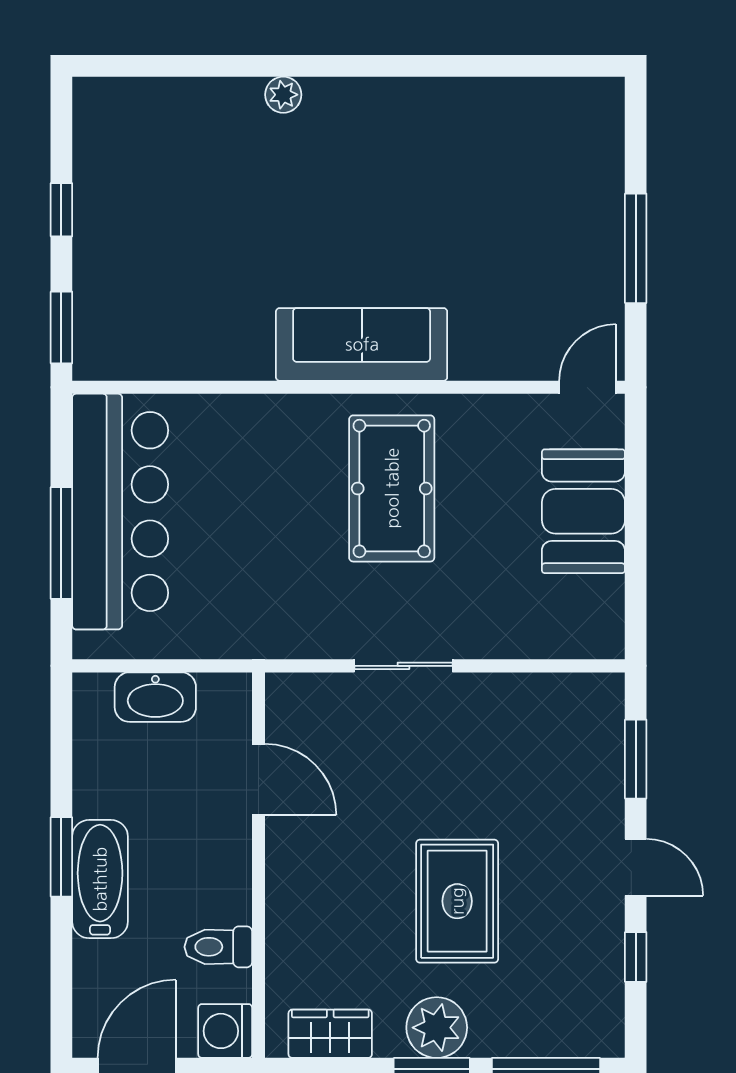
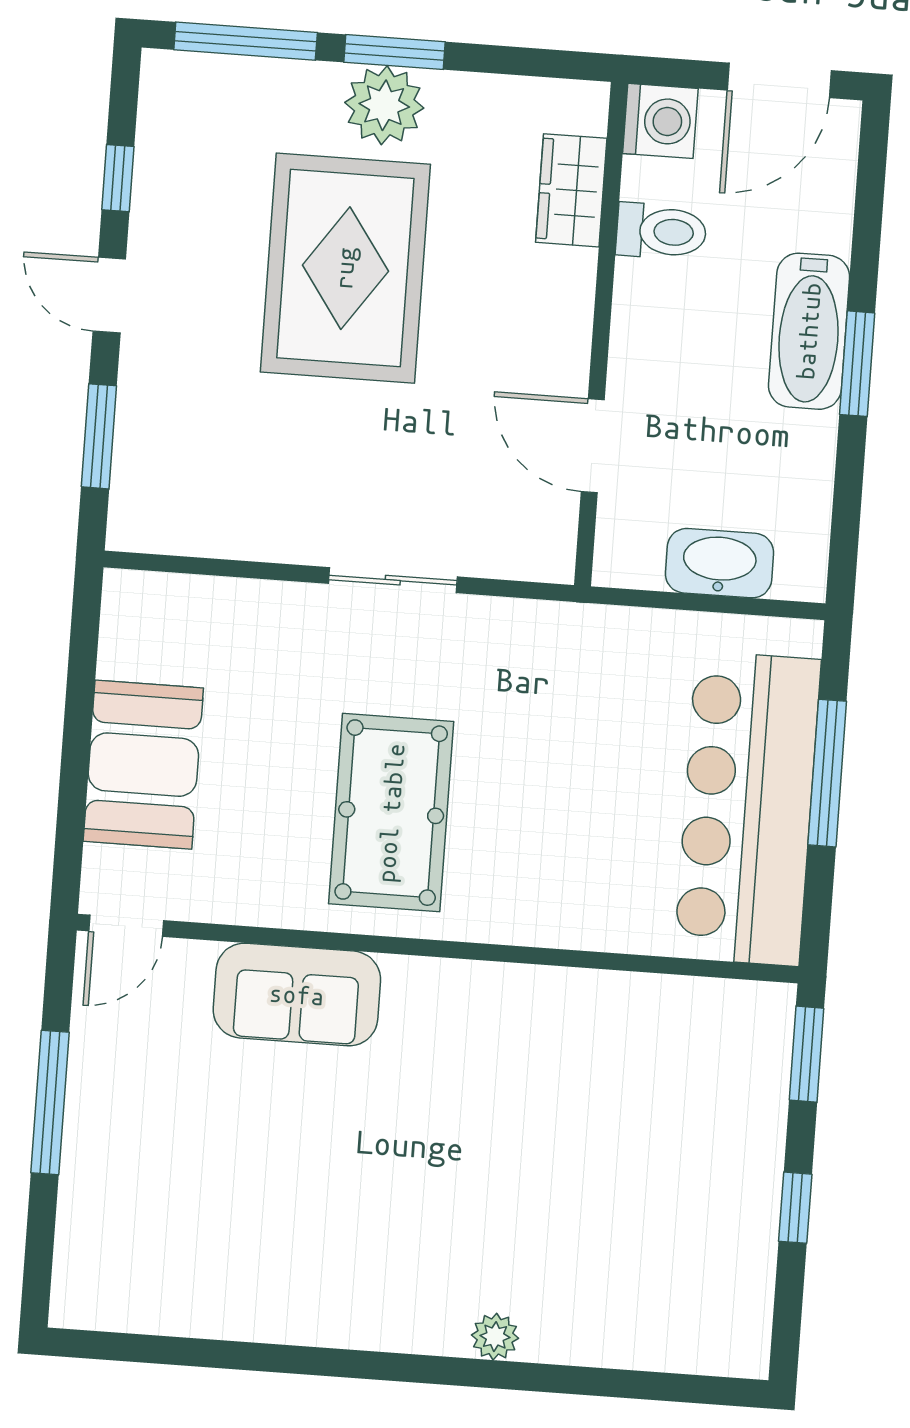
sofa: (362, 344) -> (297, 995), moved, width x0.73
rug: (457, 901) -> (345, 268), width x1.37, depth x1.44
wardrobe: (330, 1034) -> (571, 190), moved, turned 90

